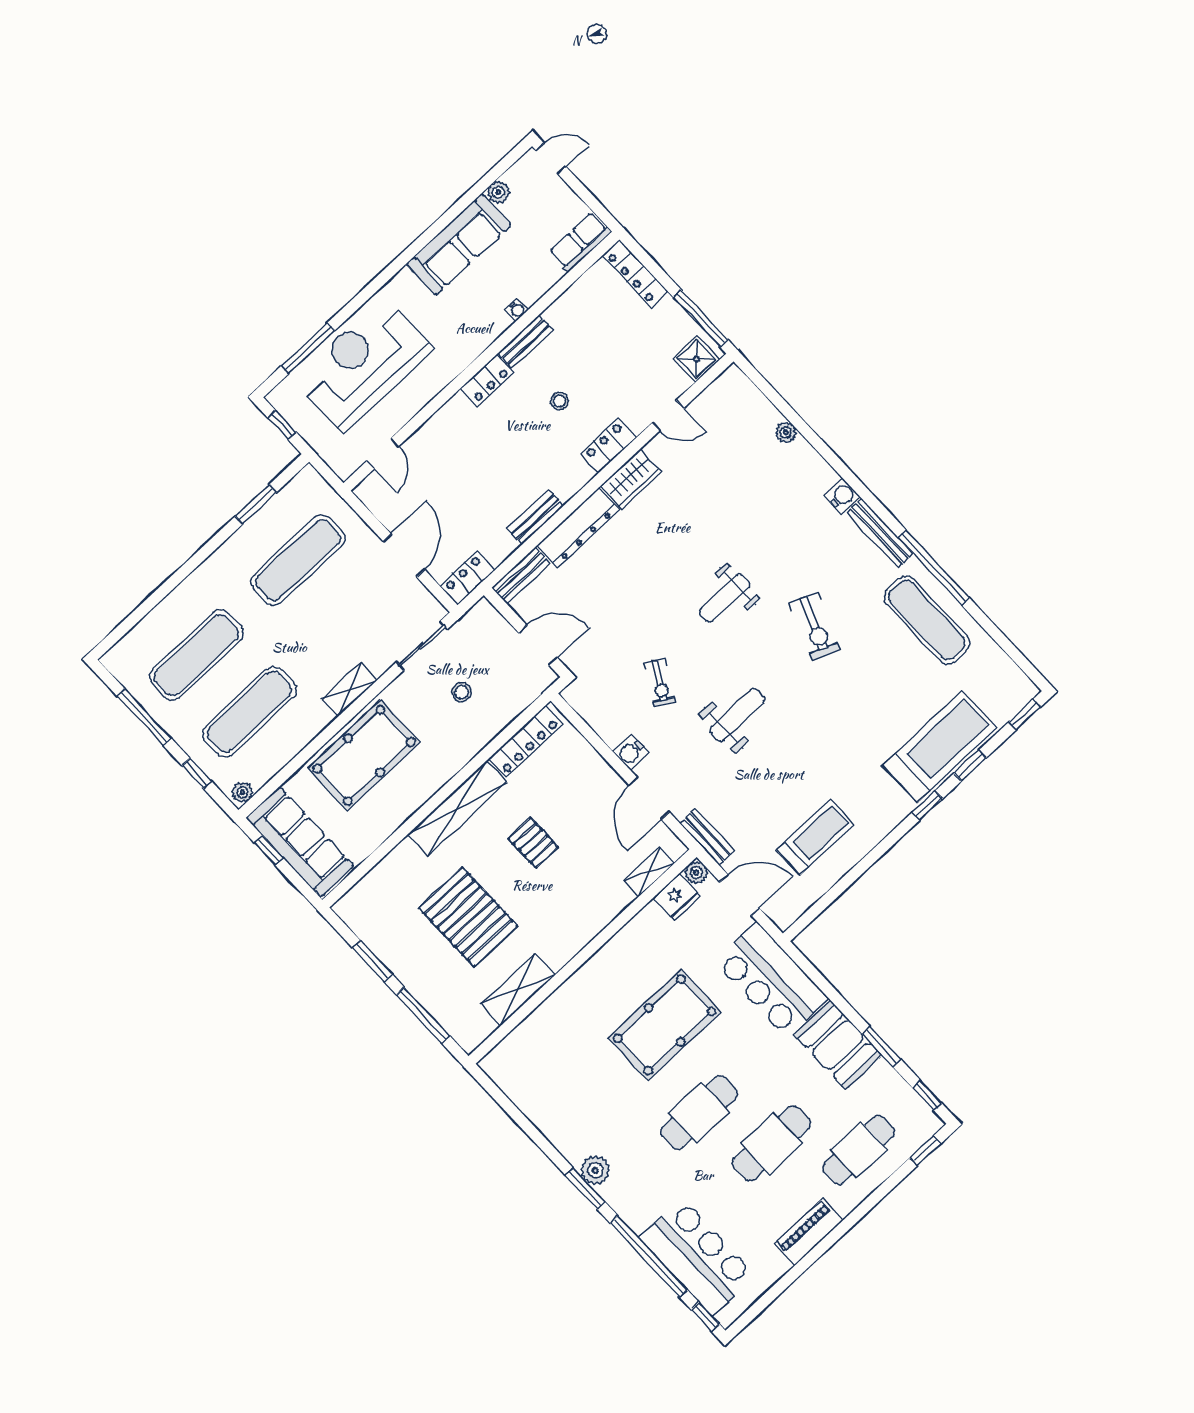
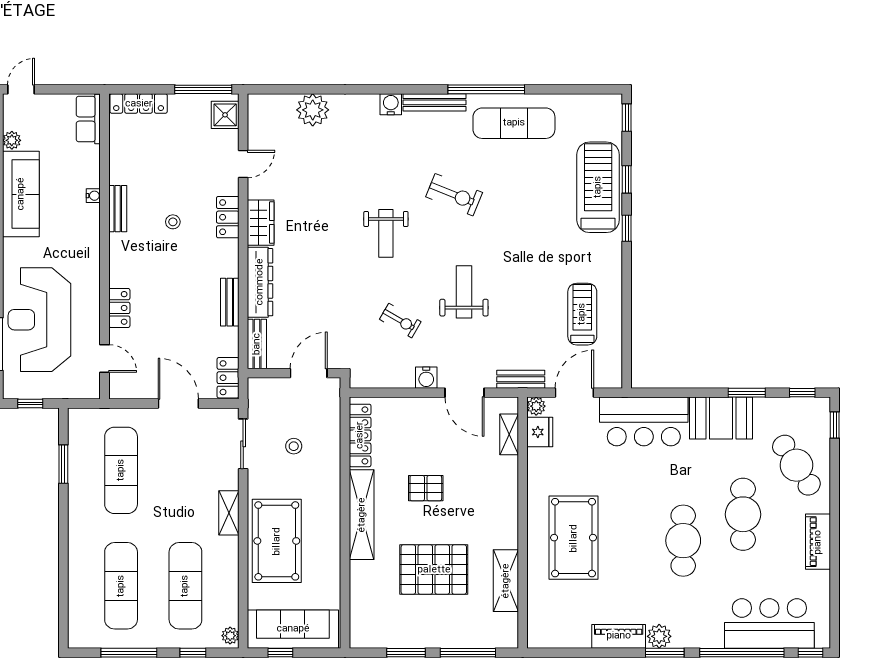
locker: (487, 381) -> (119, 308), moved
plant: (786, 432) -> (313, 110), width x1.87, depth x1.87
pool table: (665, 1025) -> (574, 538), moved
piano: (562, 1135) -> (619, 636), added
cafe table: (859, 1150) -> (796, 465), turned -33

